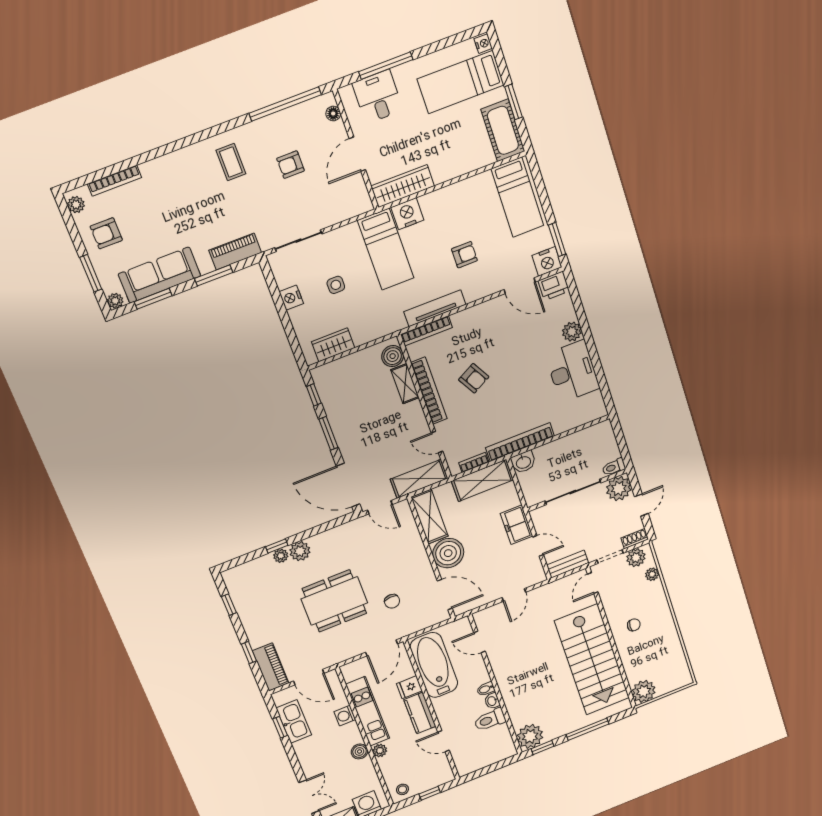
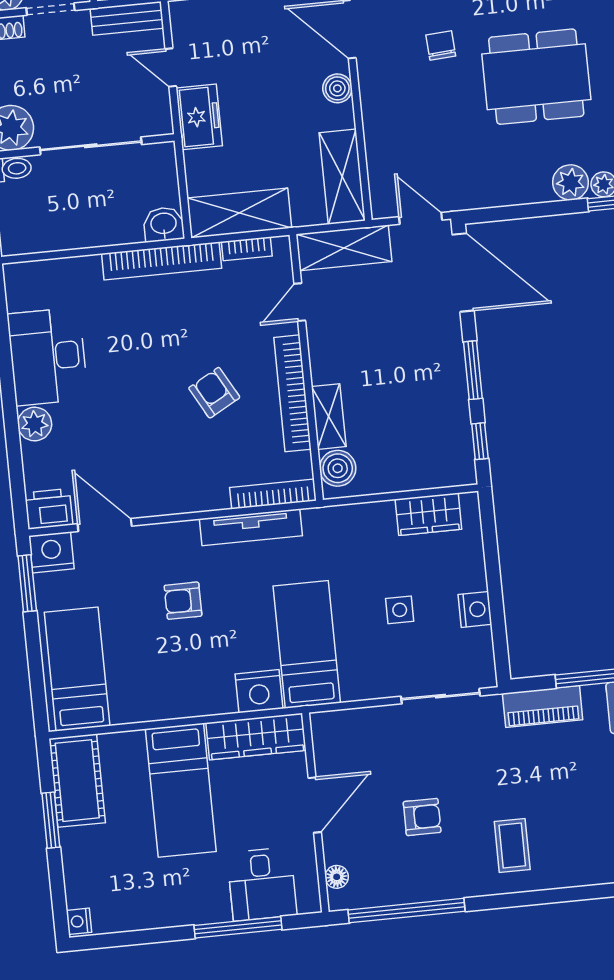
bed: (461, 82) -> (181, 790), moved, turned 90
door: (437, 442) -> (300, 302), swing flipped
boiler: (448, 553) -> (337, 88), width x0.54, depth x0.54

